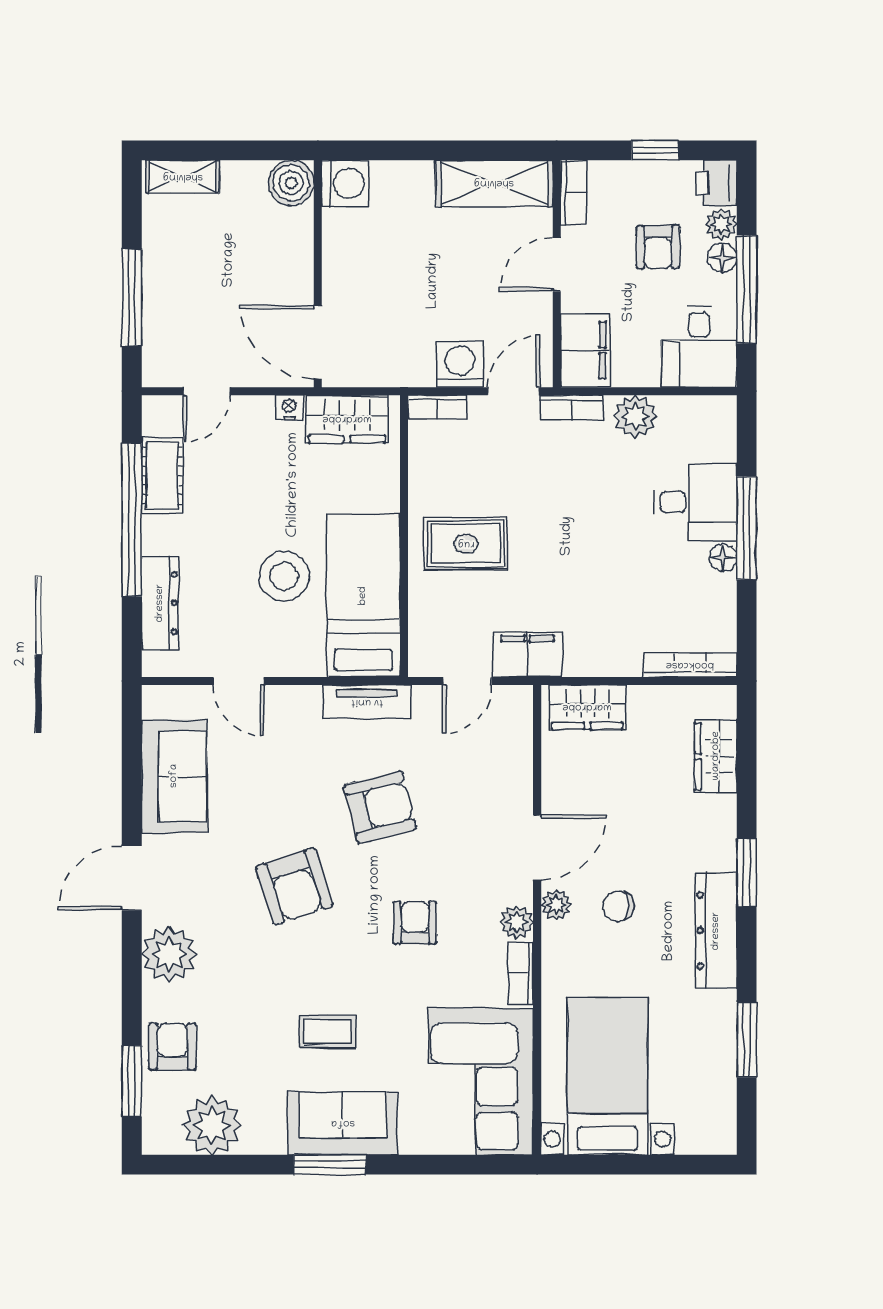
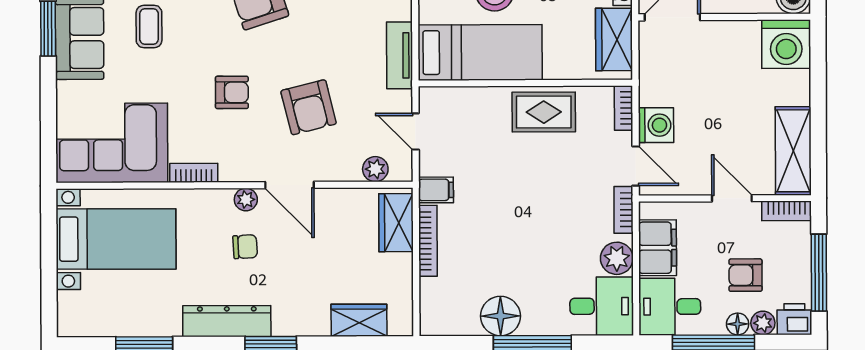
window: (655, 150) -> (819, 273), width x2.17
washing machine: (345, 184) -> (786, 44), width x1.37, depth x1.37
filing cabinet: (585, 350) -> (658, 248), moved, turned -90
desk: (695, 502) -> (602, 306), moved, turned -90
rug: (466, 544) -> (544, 112), moved, turned 90
floor lamp: (723, 558) -> (500, 316), width x1.89, depth x1.89
filing cabinet: (527, 654) -> (436, 190), width x0.50
bookcase: (690, 665) -> (428, 241), moved
armchair: (380, 807) -> (309, 107), moved
chair: (618, 906) -> (245, 247), turned 87
plant: (517, 922) -> (375, 169), moved

